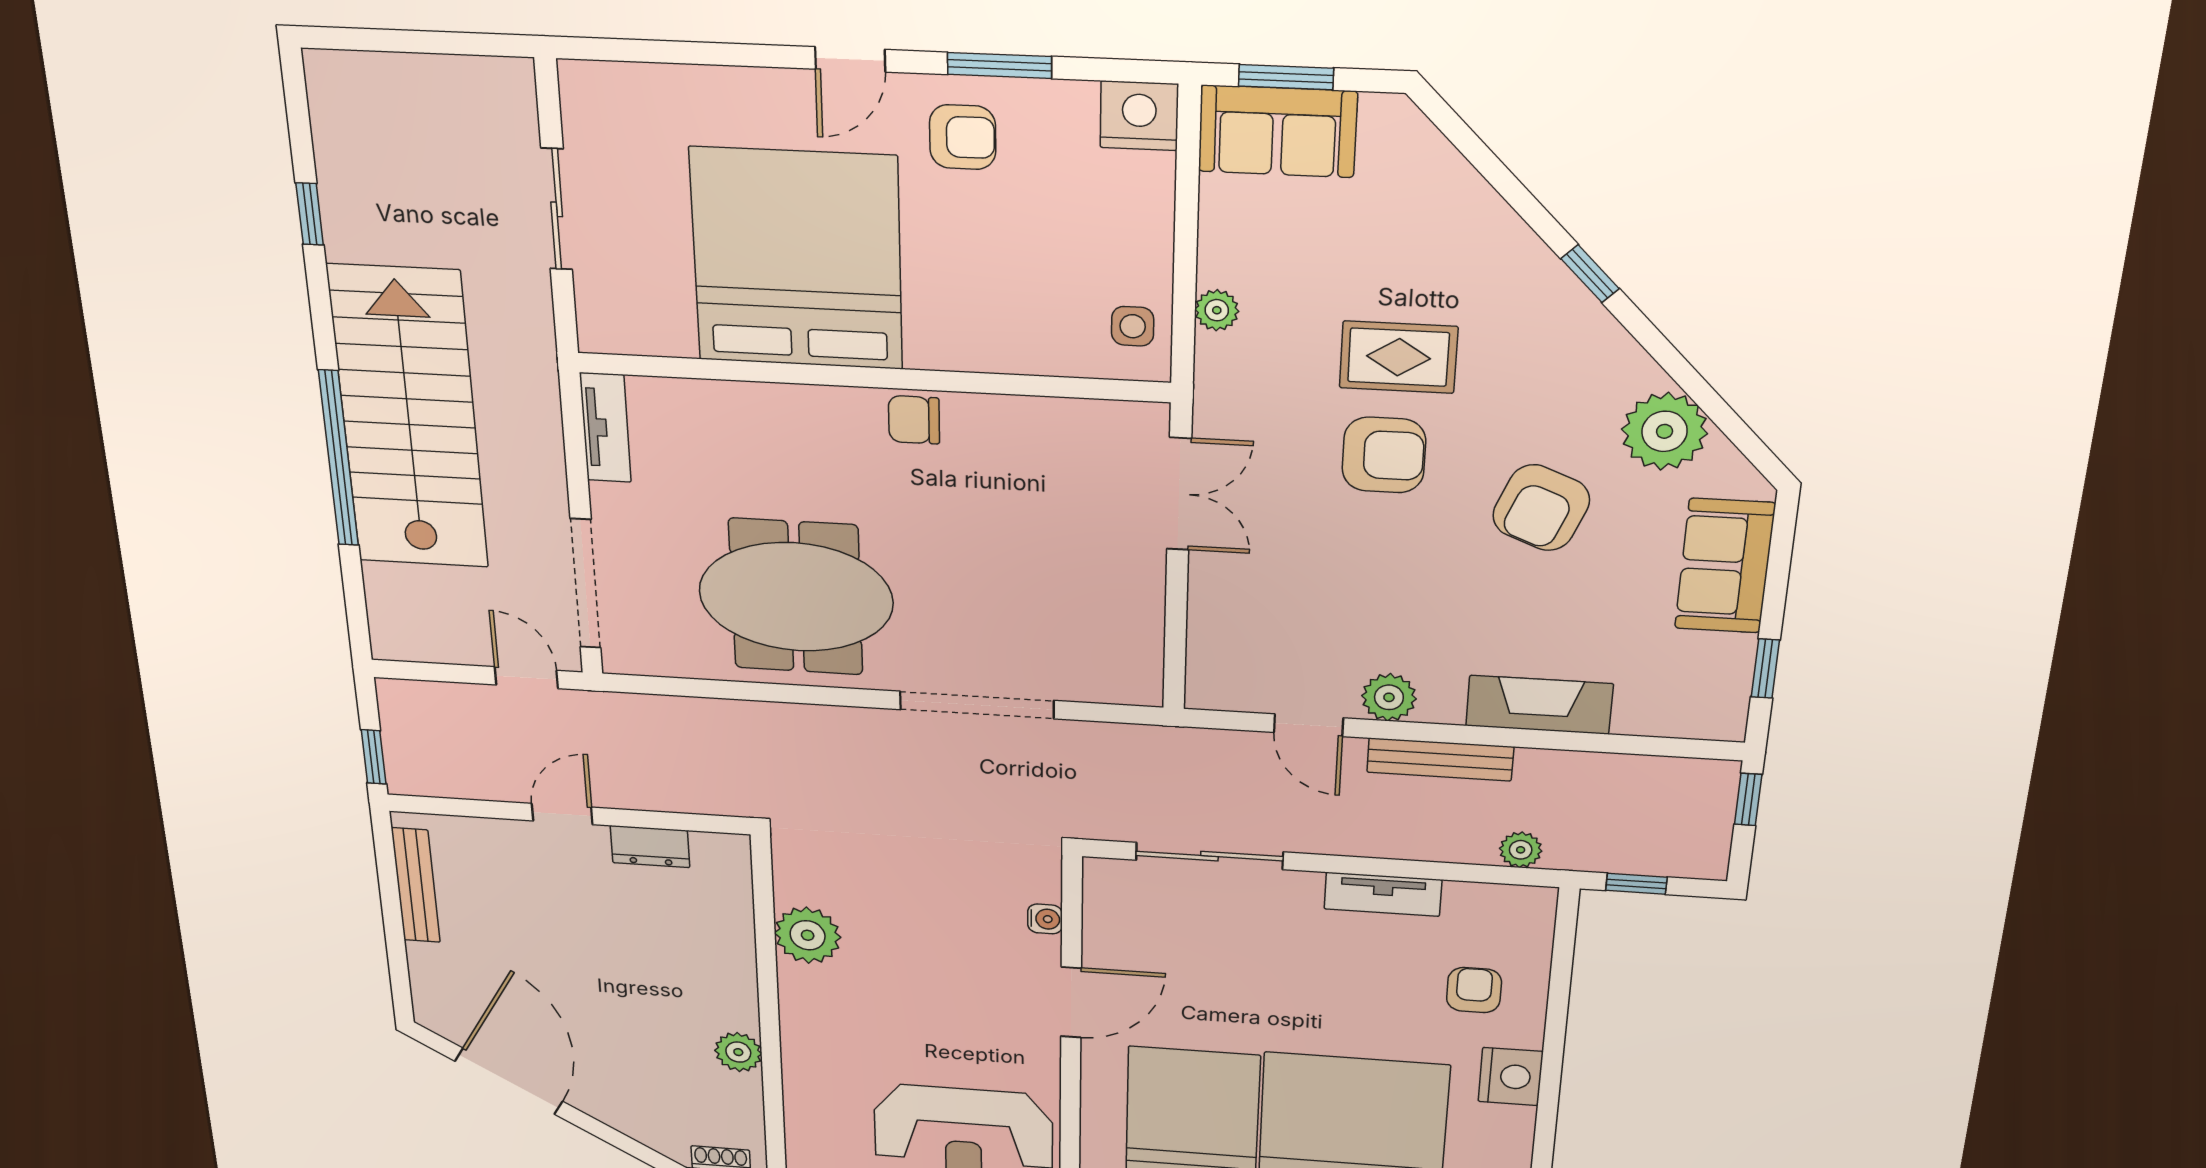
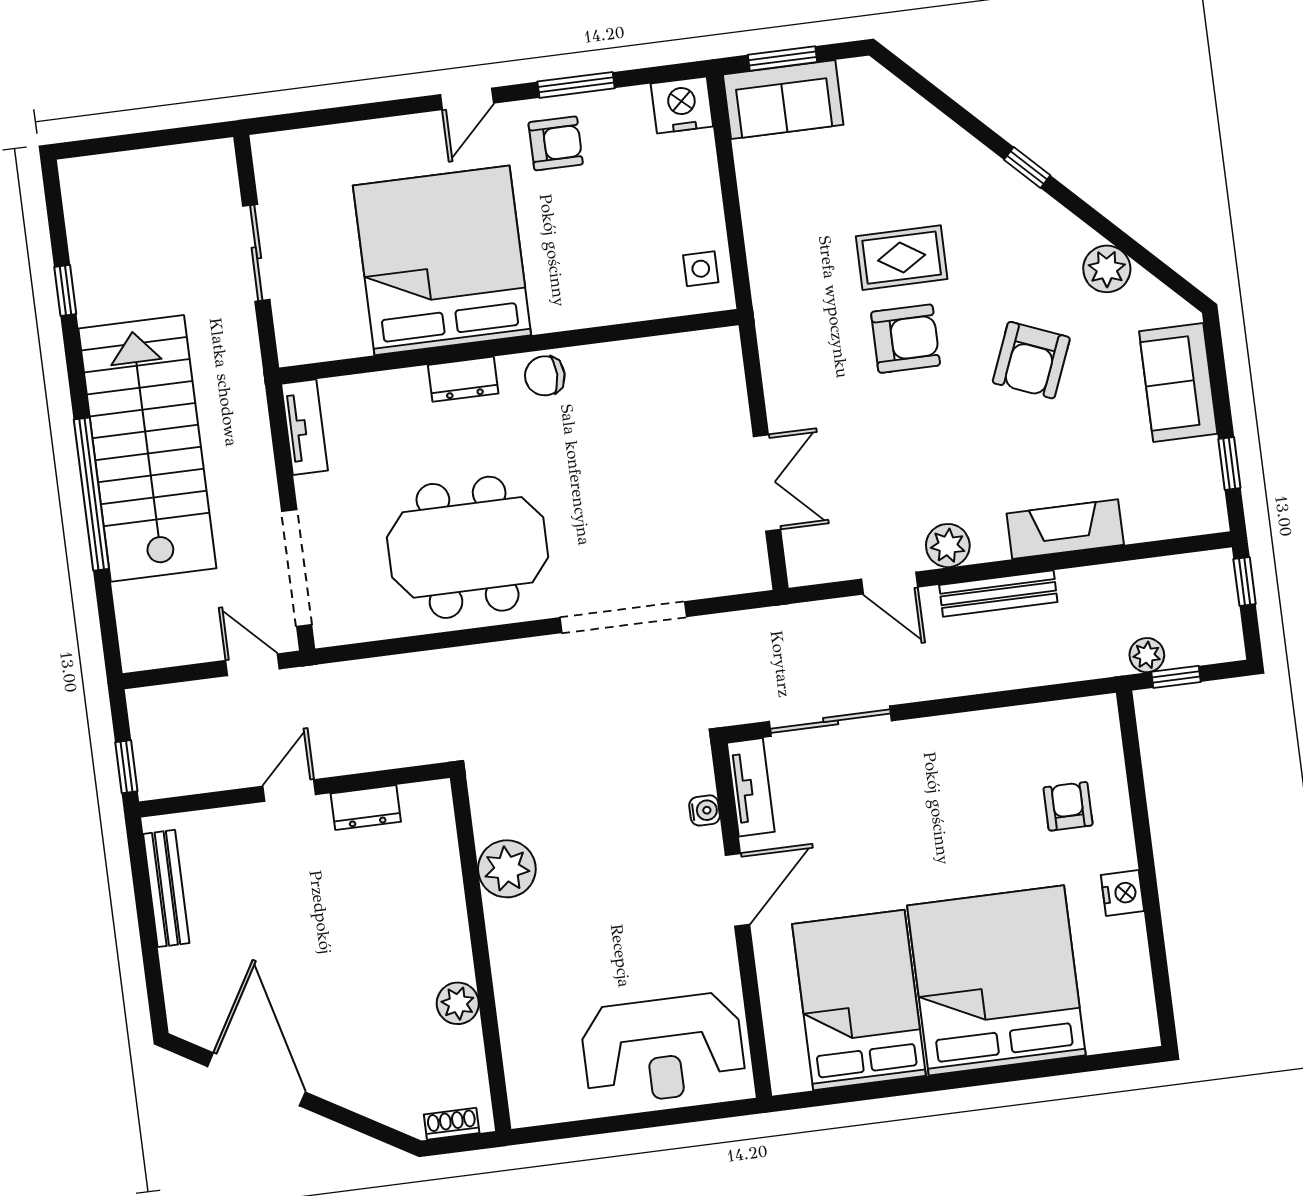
plant: (1217, 310) -> (761, 245), removed
dresser: (810, 406) -> (463, 379), added
plant: (1665, 431) -> (1107, 269), width x0.73, depth x0.73
double door: (1179, 494) -> (767, 483), moved
plant: (1521, 850) -> (1147, 655), moved
tv unit: (1383, 894) -> (751, 787), moved, turned -90
nightstand: (1511, 1077) -> (1122, 893), width x0.74, depth x0.75

